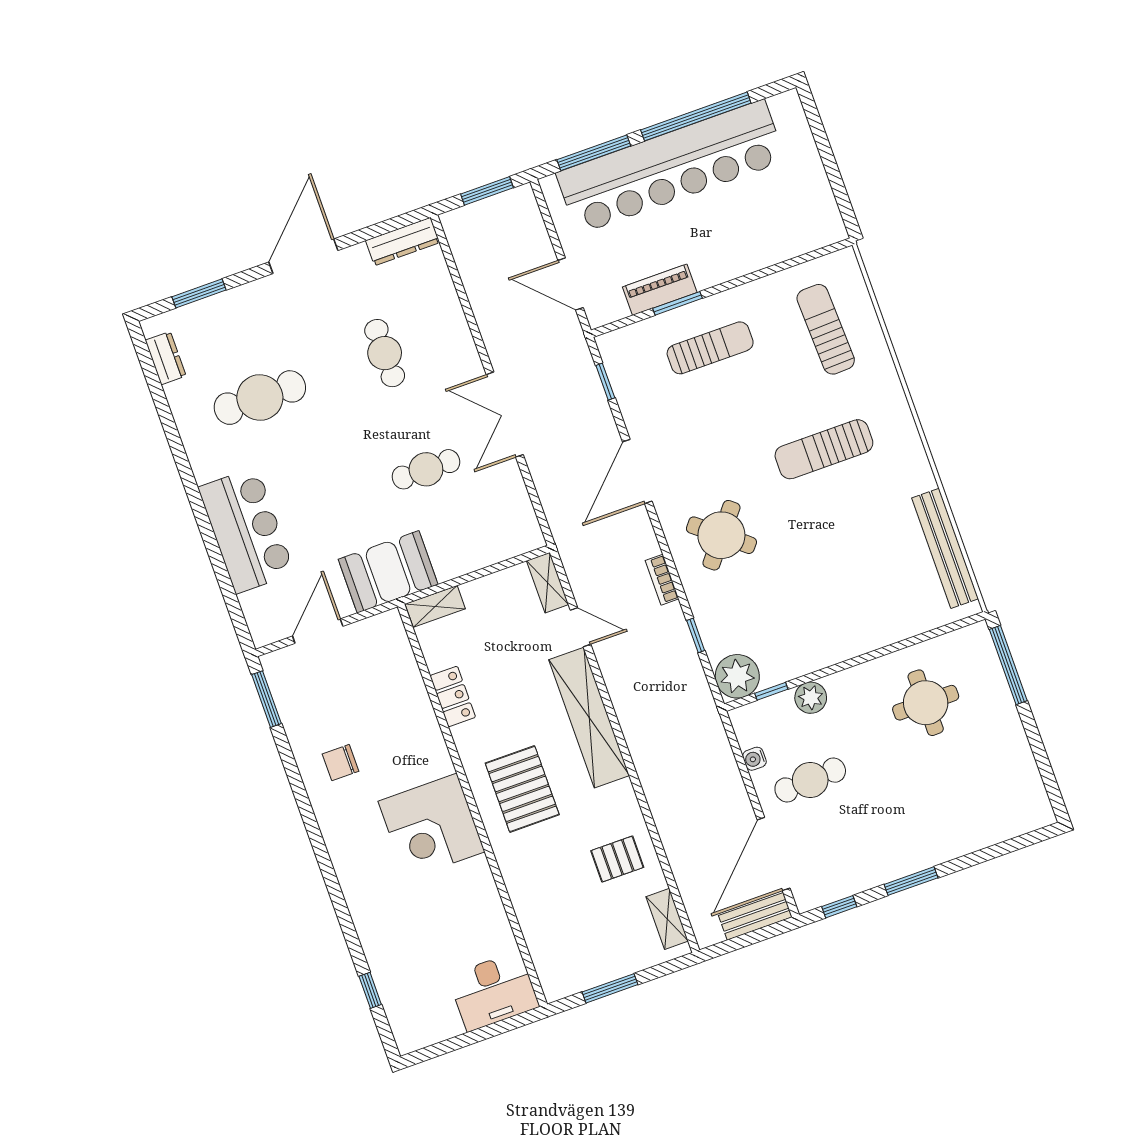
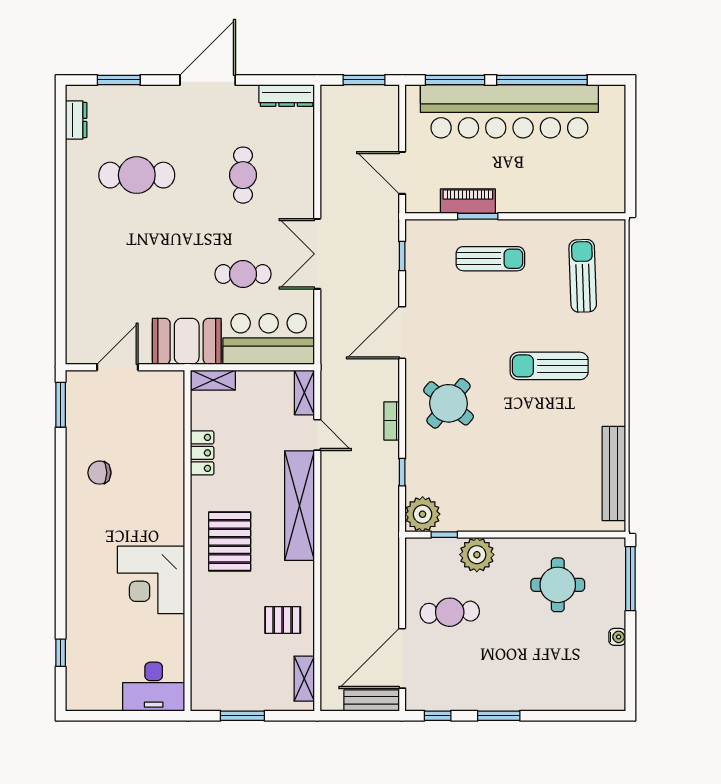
bar counter: (246, 530) -> (269, 339), moved, turned -90
plant: (811, 698) -> (477, 555), width x1.36, depth x1.36
water cooler: (754, 759) -> (617, 637), moved, turned 180
corner desk: (432, 827) -> (151, 580), moved

